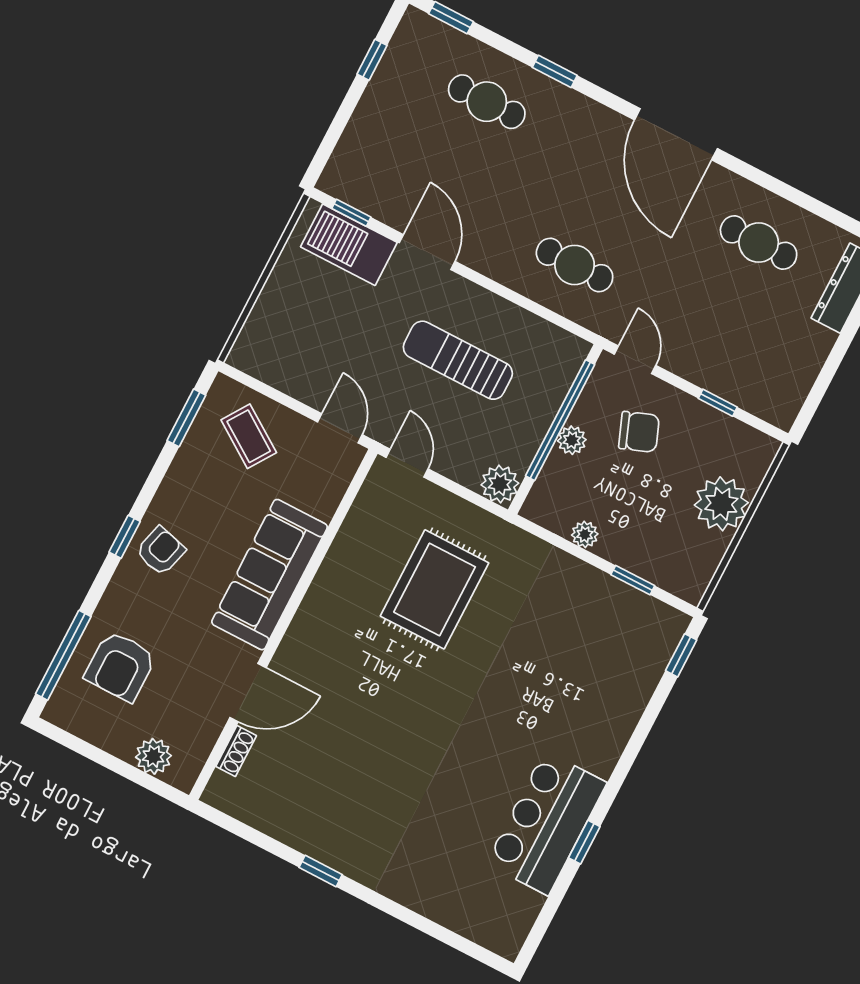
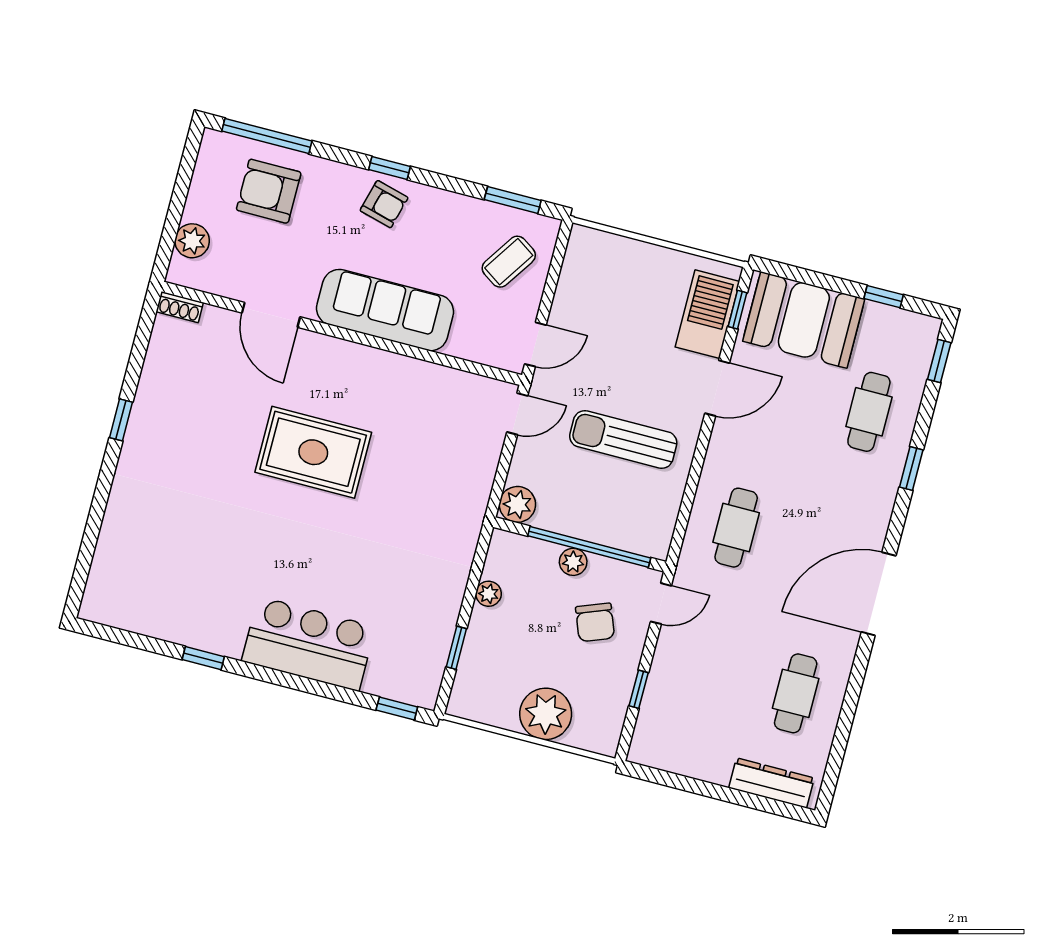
booth: (377, 147) -> (804, 320), added
sun lounger: (458, 360) -> (623, 439), turned -90
rug: (435, 589) -> (313, 452), moved
shoe rack: (236, 751) -> (180, 307), moved
bar counter: (546, 823) -> (309, 644), moved

